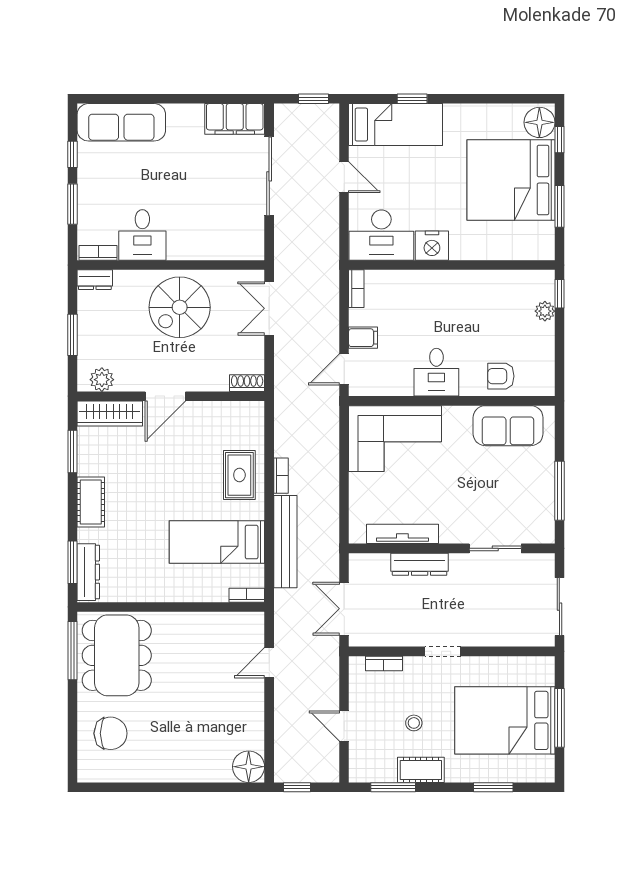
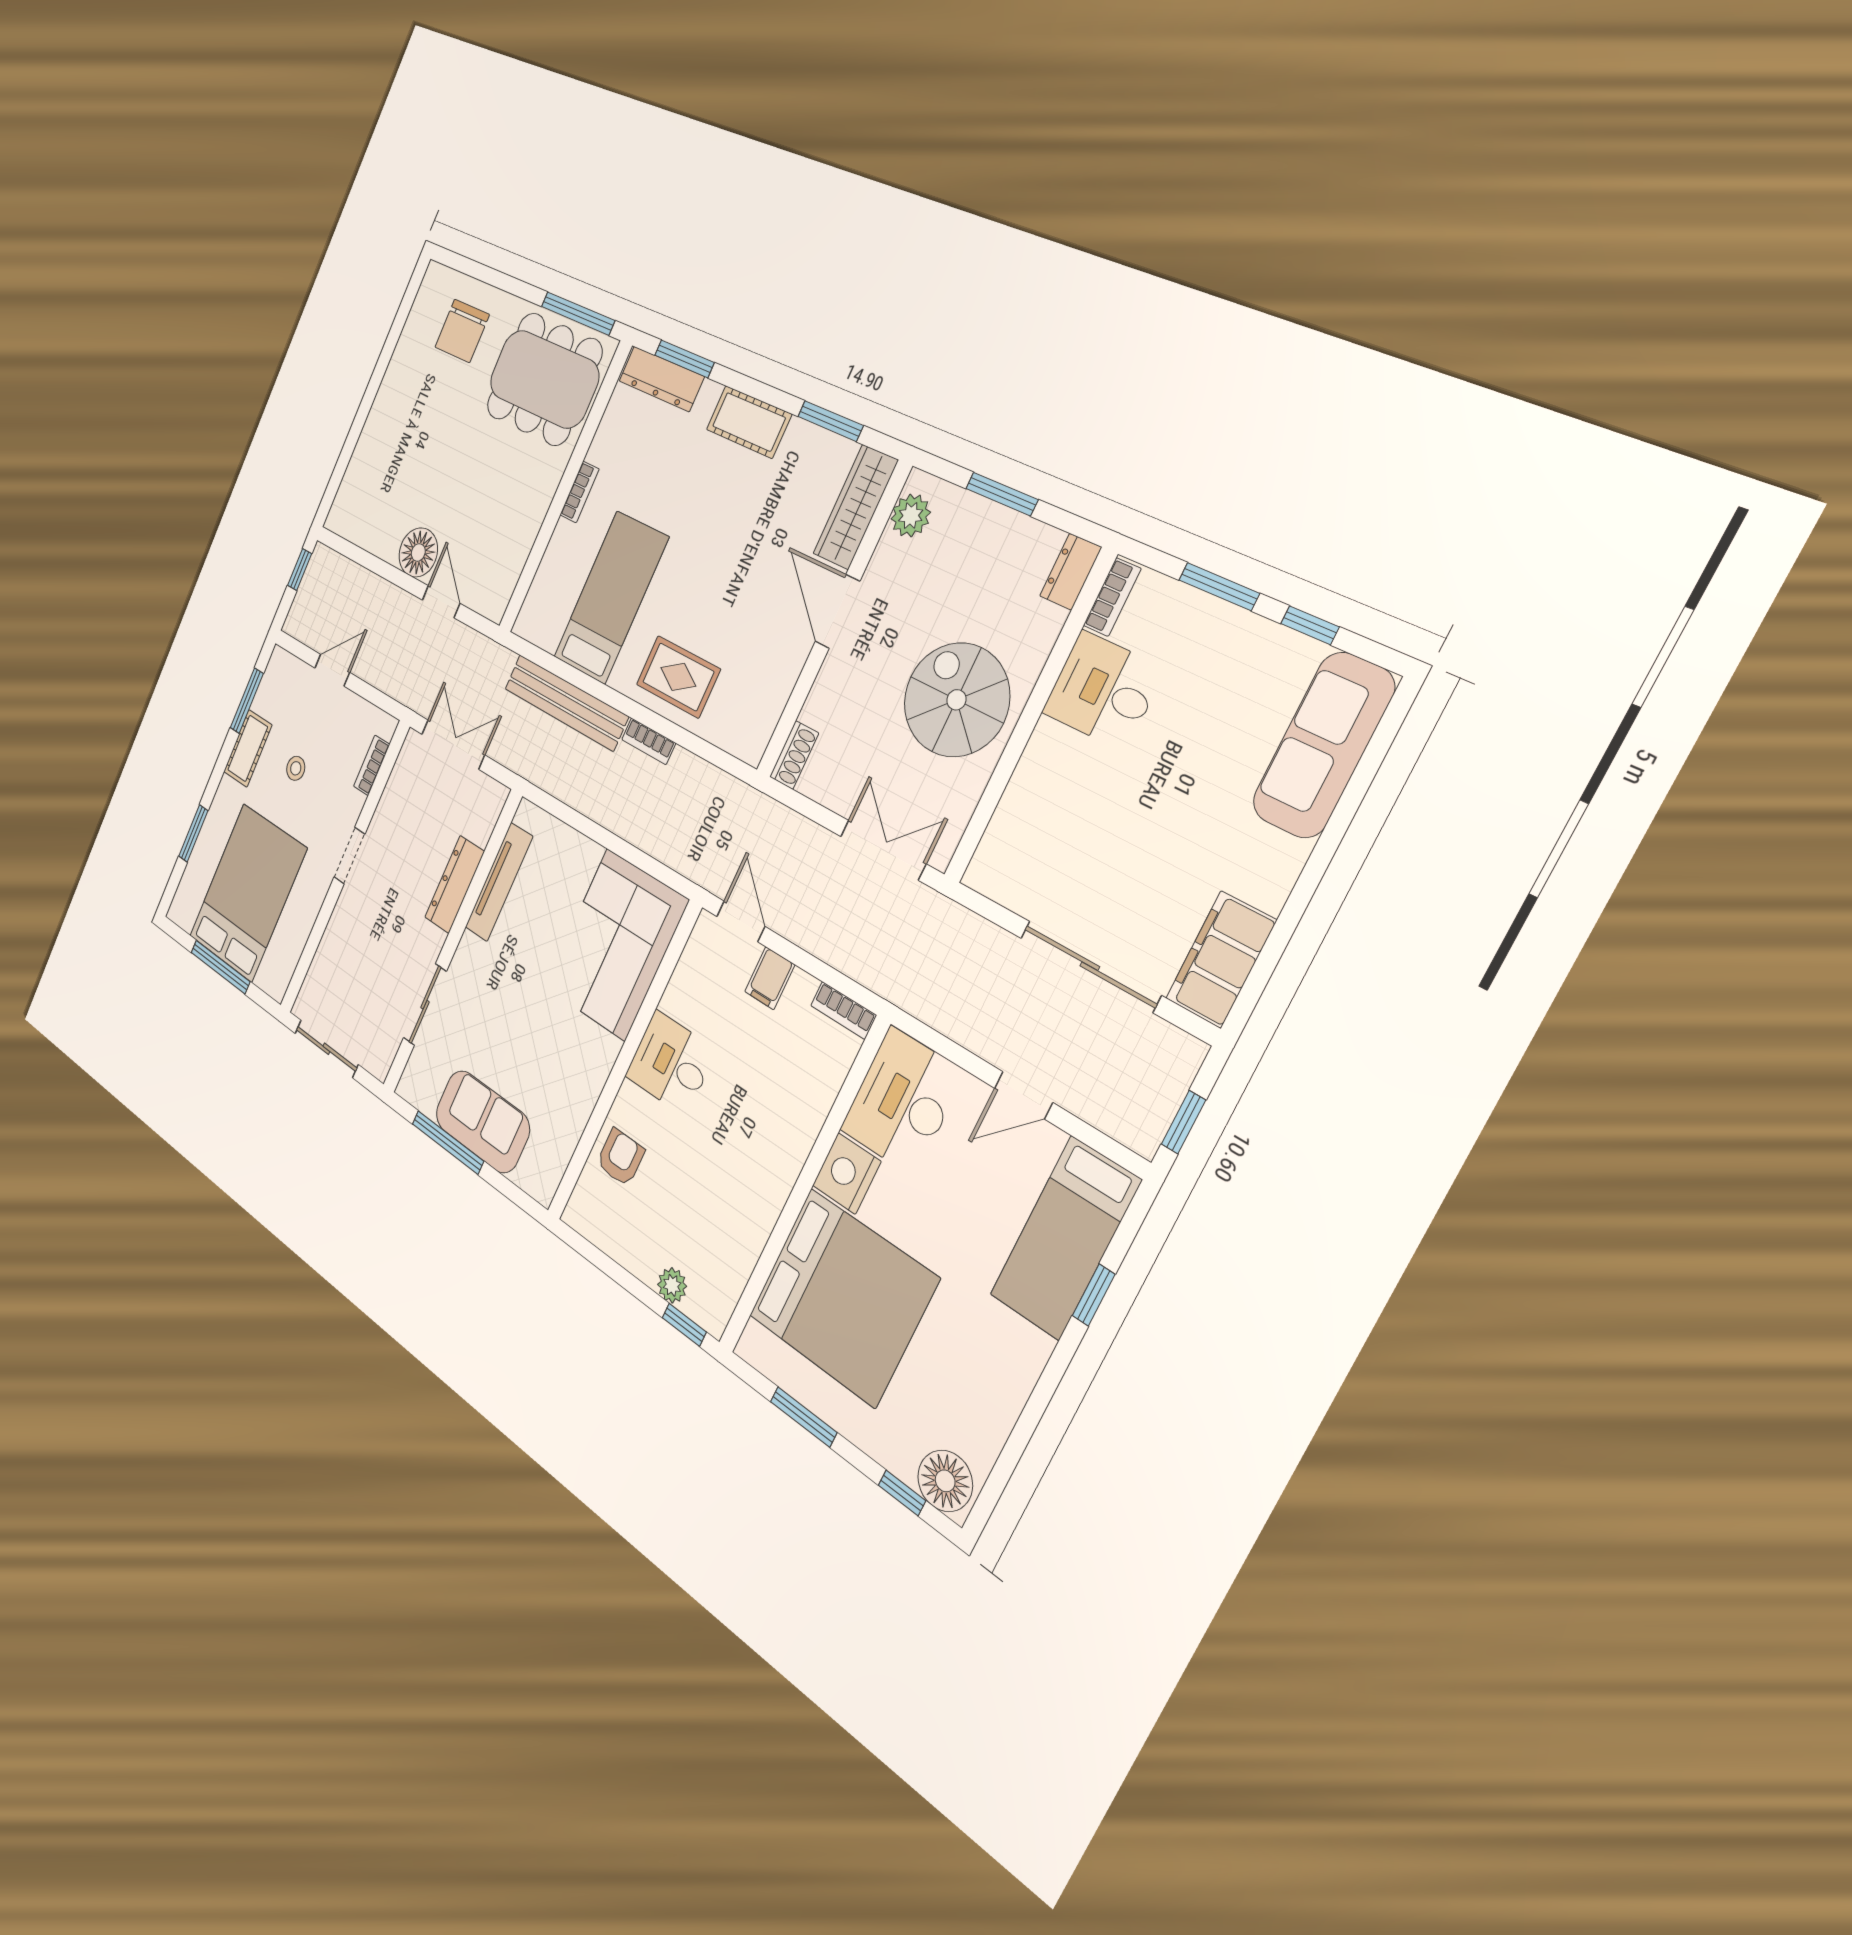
bed: (511, 180) -> (843, 1297), moved, turned 90
sofa: (508, 426) -> (482, 1121), moved, turned 90
bookcase: (247, 595) -> (579, 492), moved
floor lamp: (249, 767) -> (418, 552), moved

